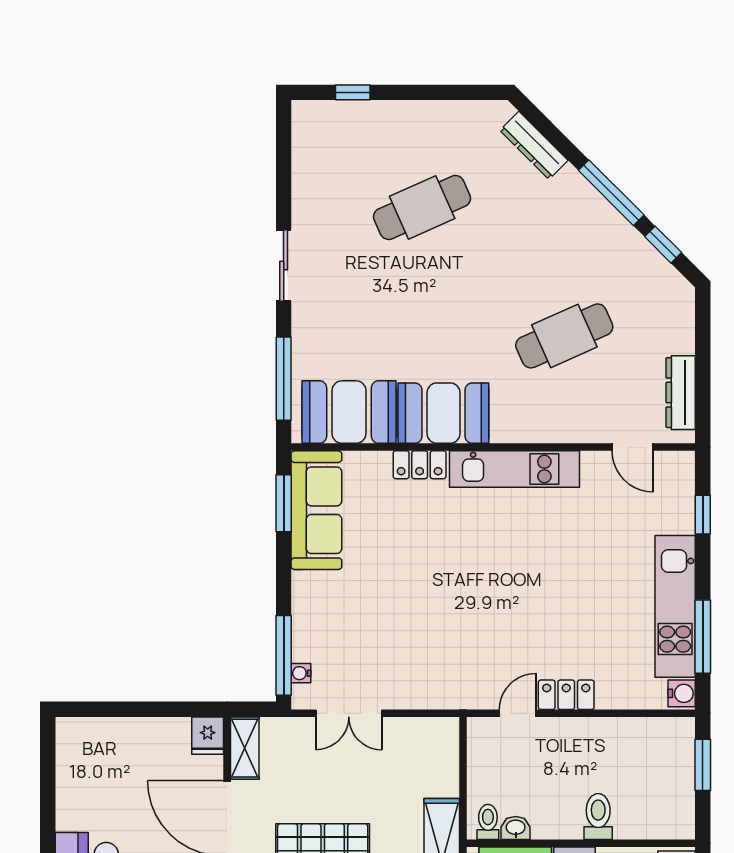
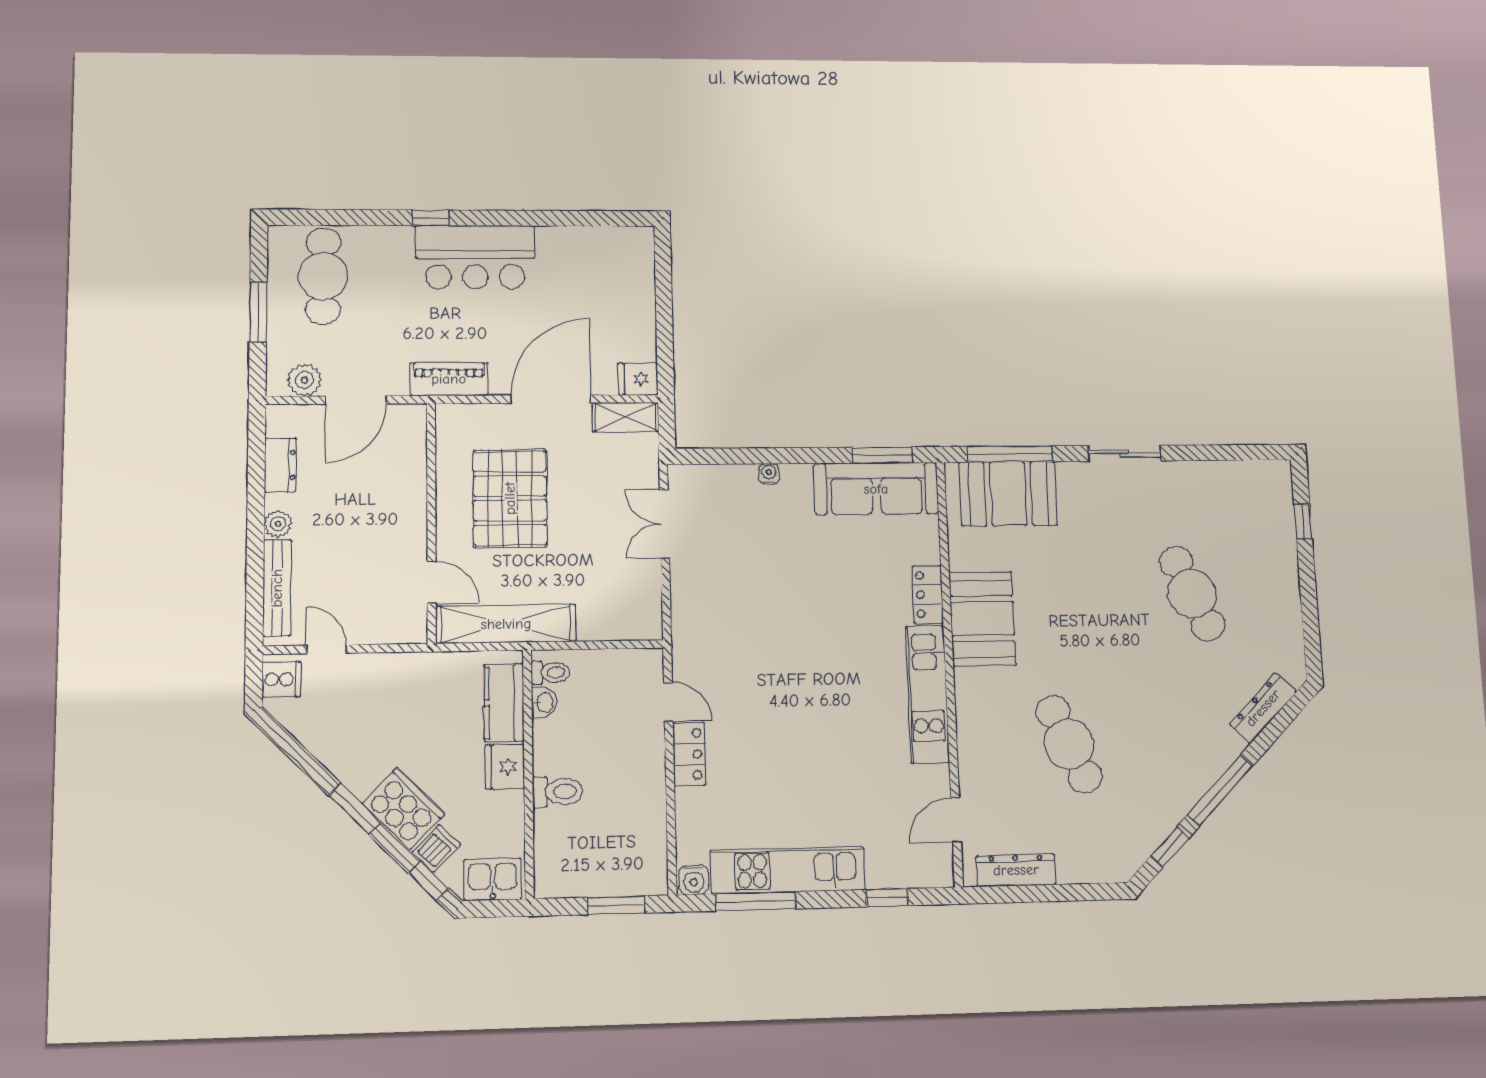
booth: (349, 412) -> (1008, 494), moved, turned 90
window: (284, 655) -> (724, 456), removed
water cooler: (301, 673) -> (769, 474), moved

